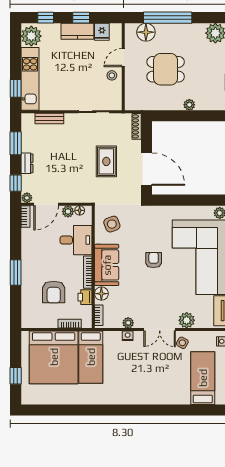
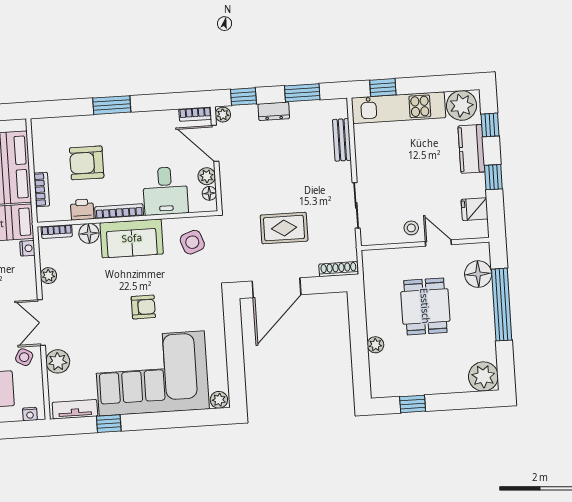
kitchen counter: (77, 31) -> (472, 149), moved
nightstand: (128, 336) -> (27, 248), moved

